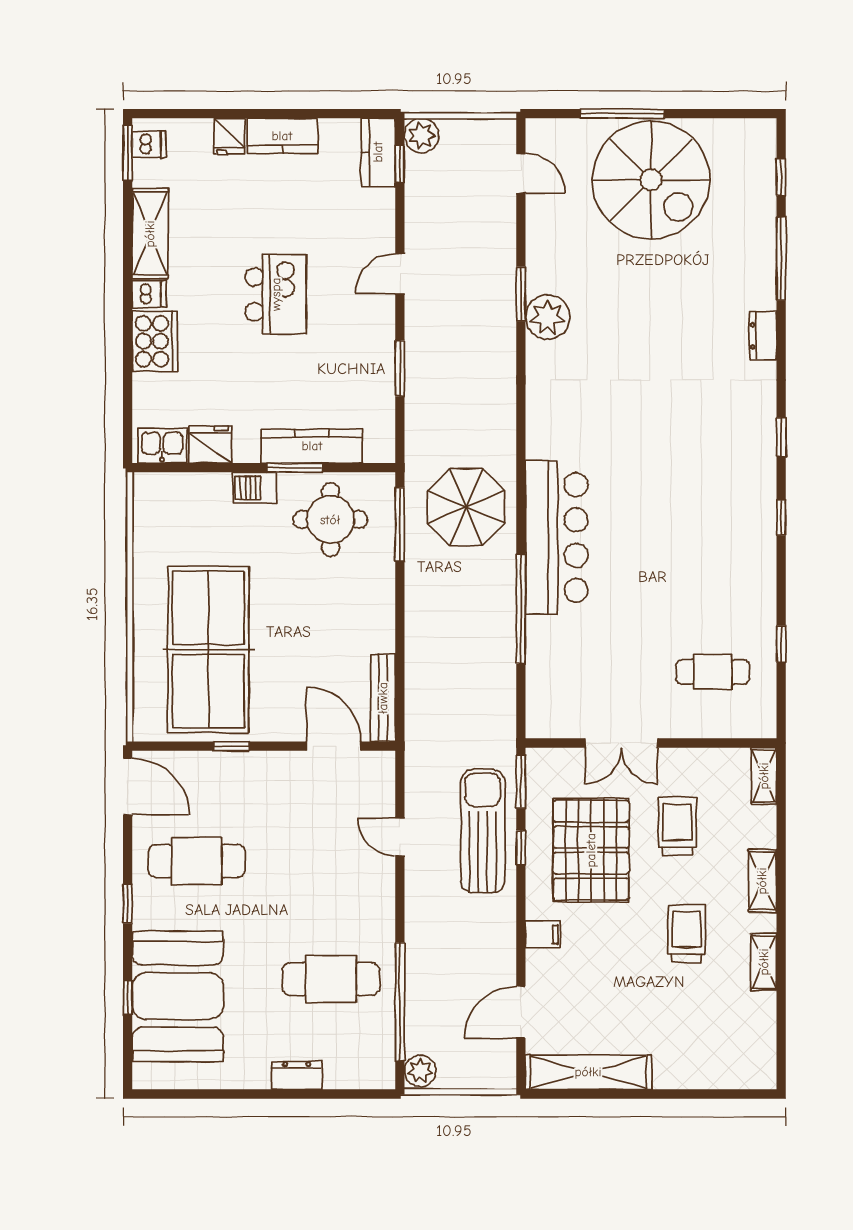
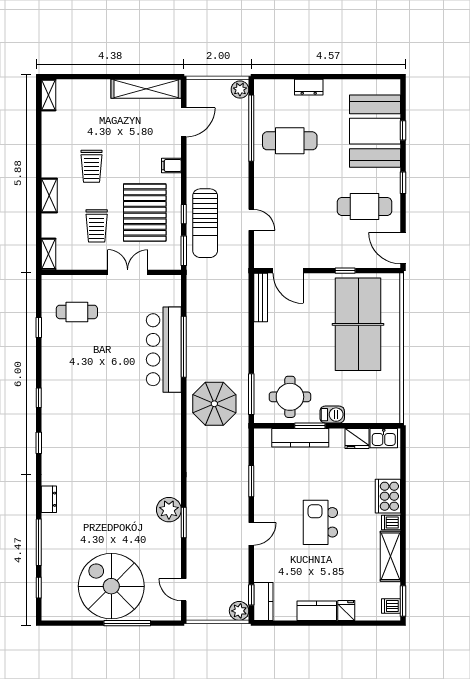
bar counter: (557, 537) -> (164, 350), moved
shelving: (764, 962) -> (48, 95), moved

